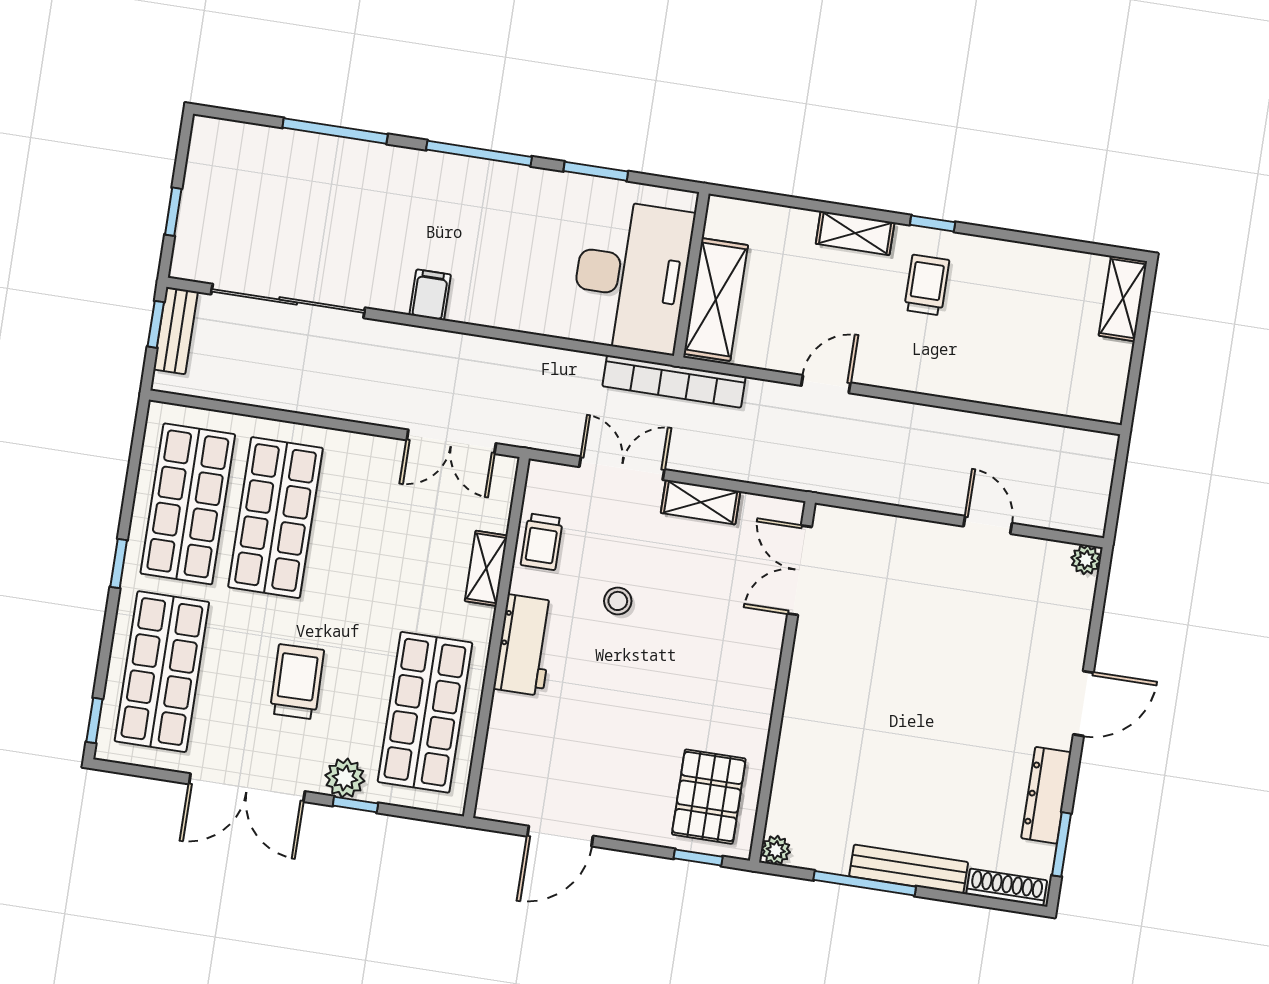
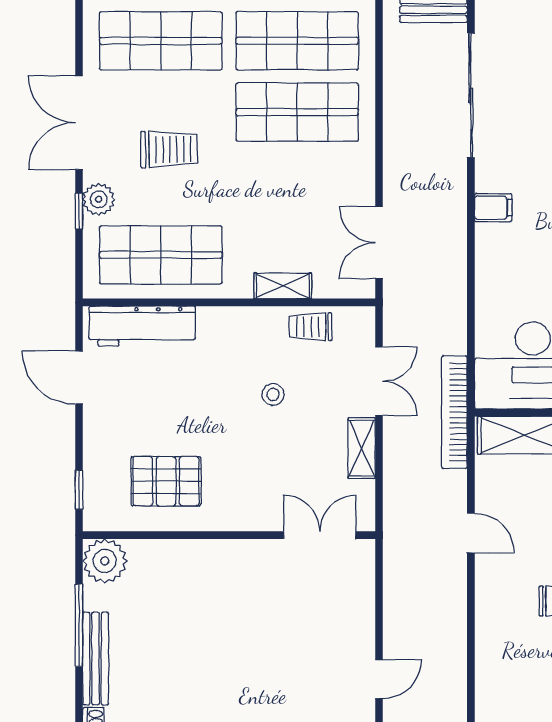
workbench: (525, 645) -> (142, 326), moved, width x1.38
pallet: (709, 797) -> (166, 481), moved
plant: (776, 850) -> (105, 561), width x1.87, depth x1.87

